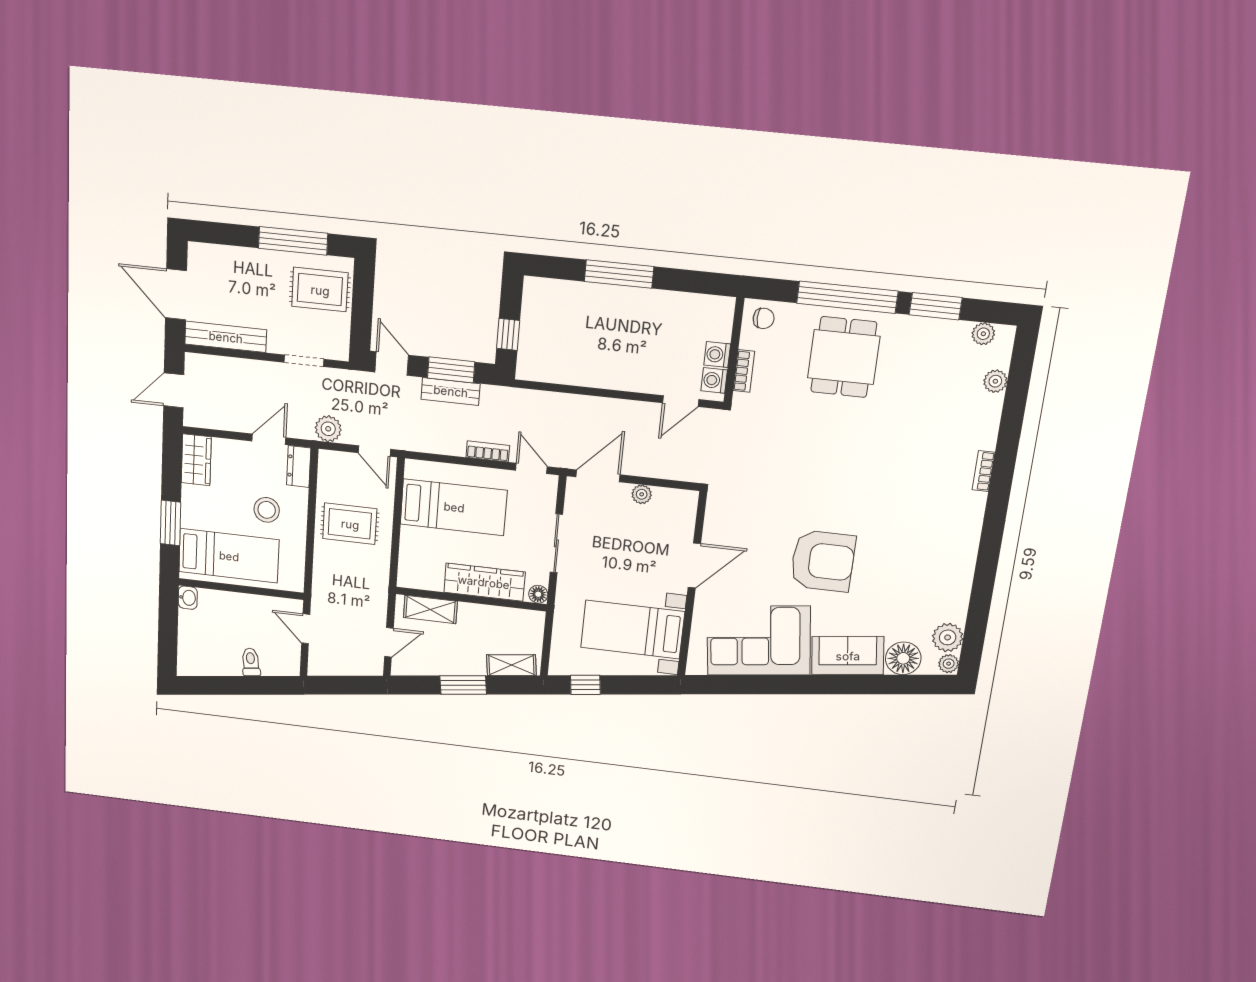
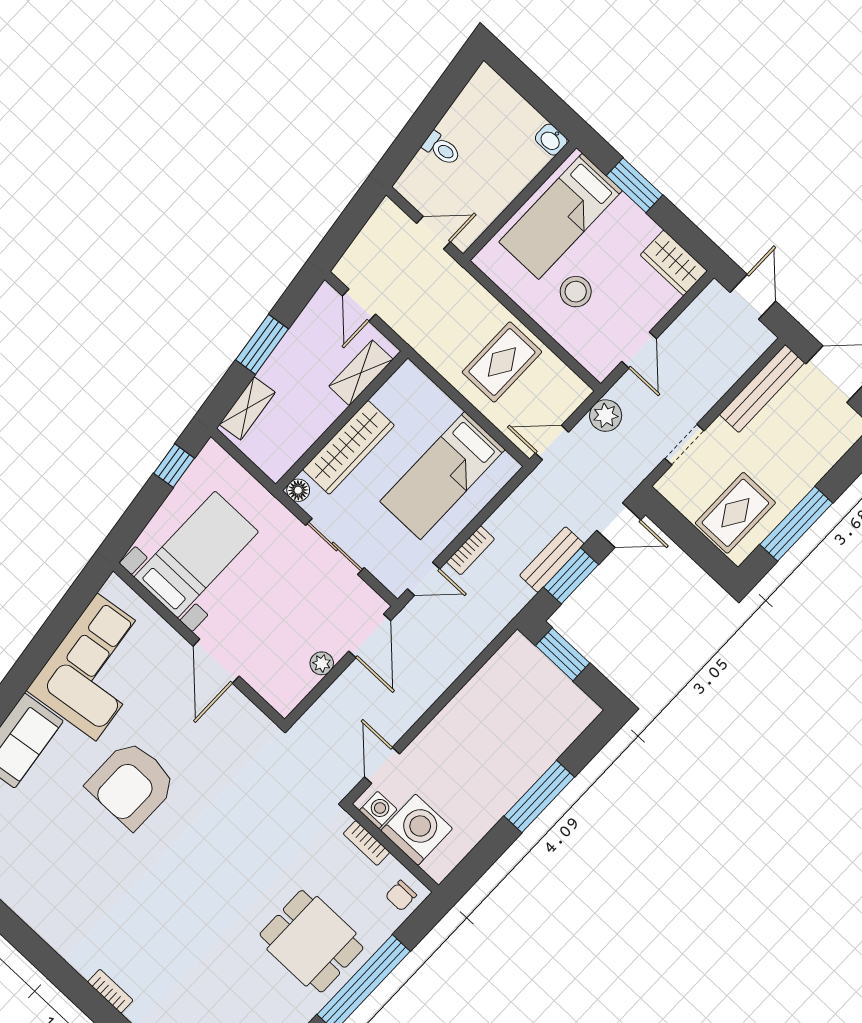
window: (508, 334) -> (563, 654), width x1.50
washing machine: (717, 355) -> (417, 830), width x1.89, depth x1.89
dresser: (299, 466) -> (593, 358), removed

